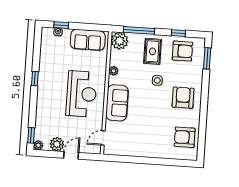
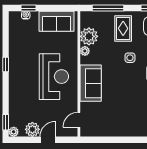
plant: (120, 41) -> (89, 36), moved

